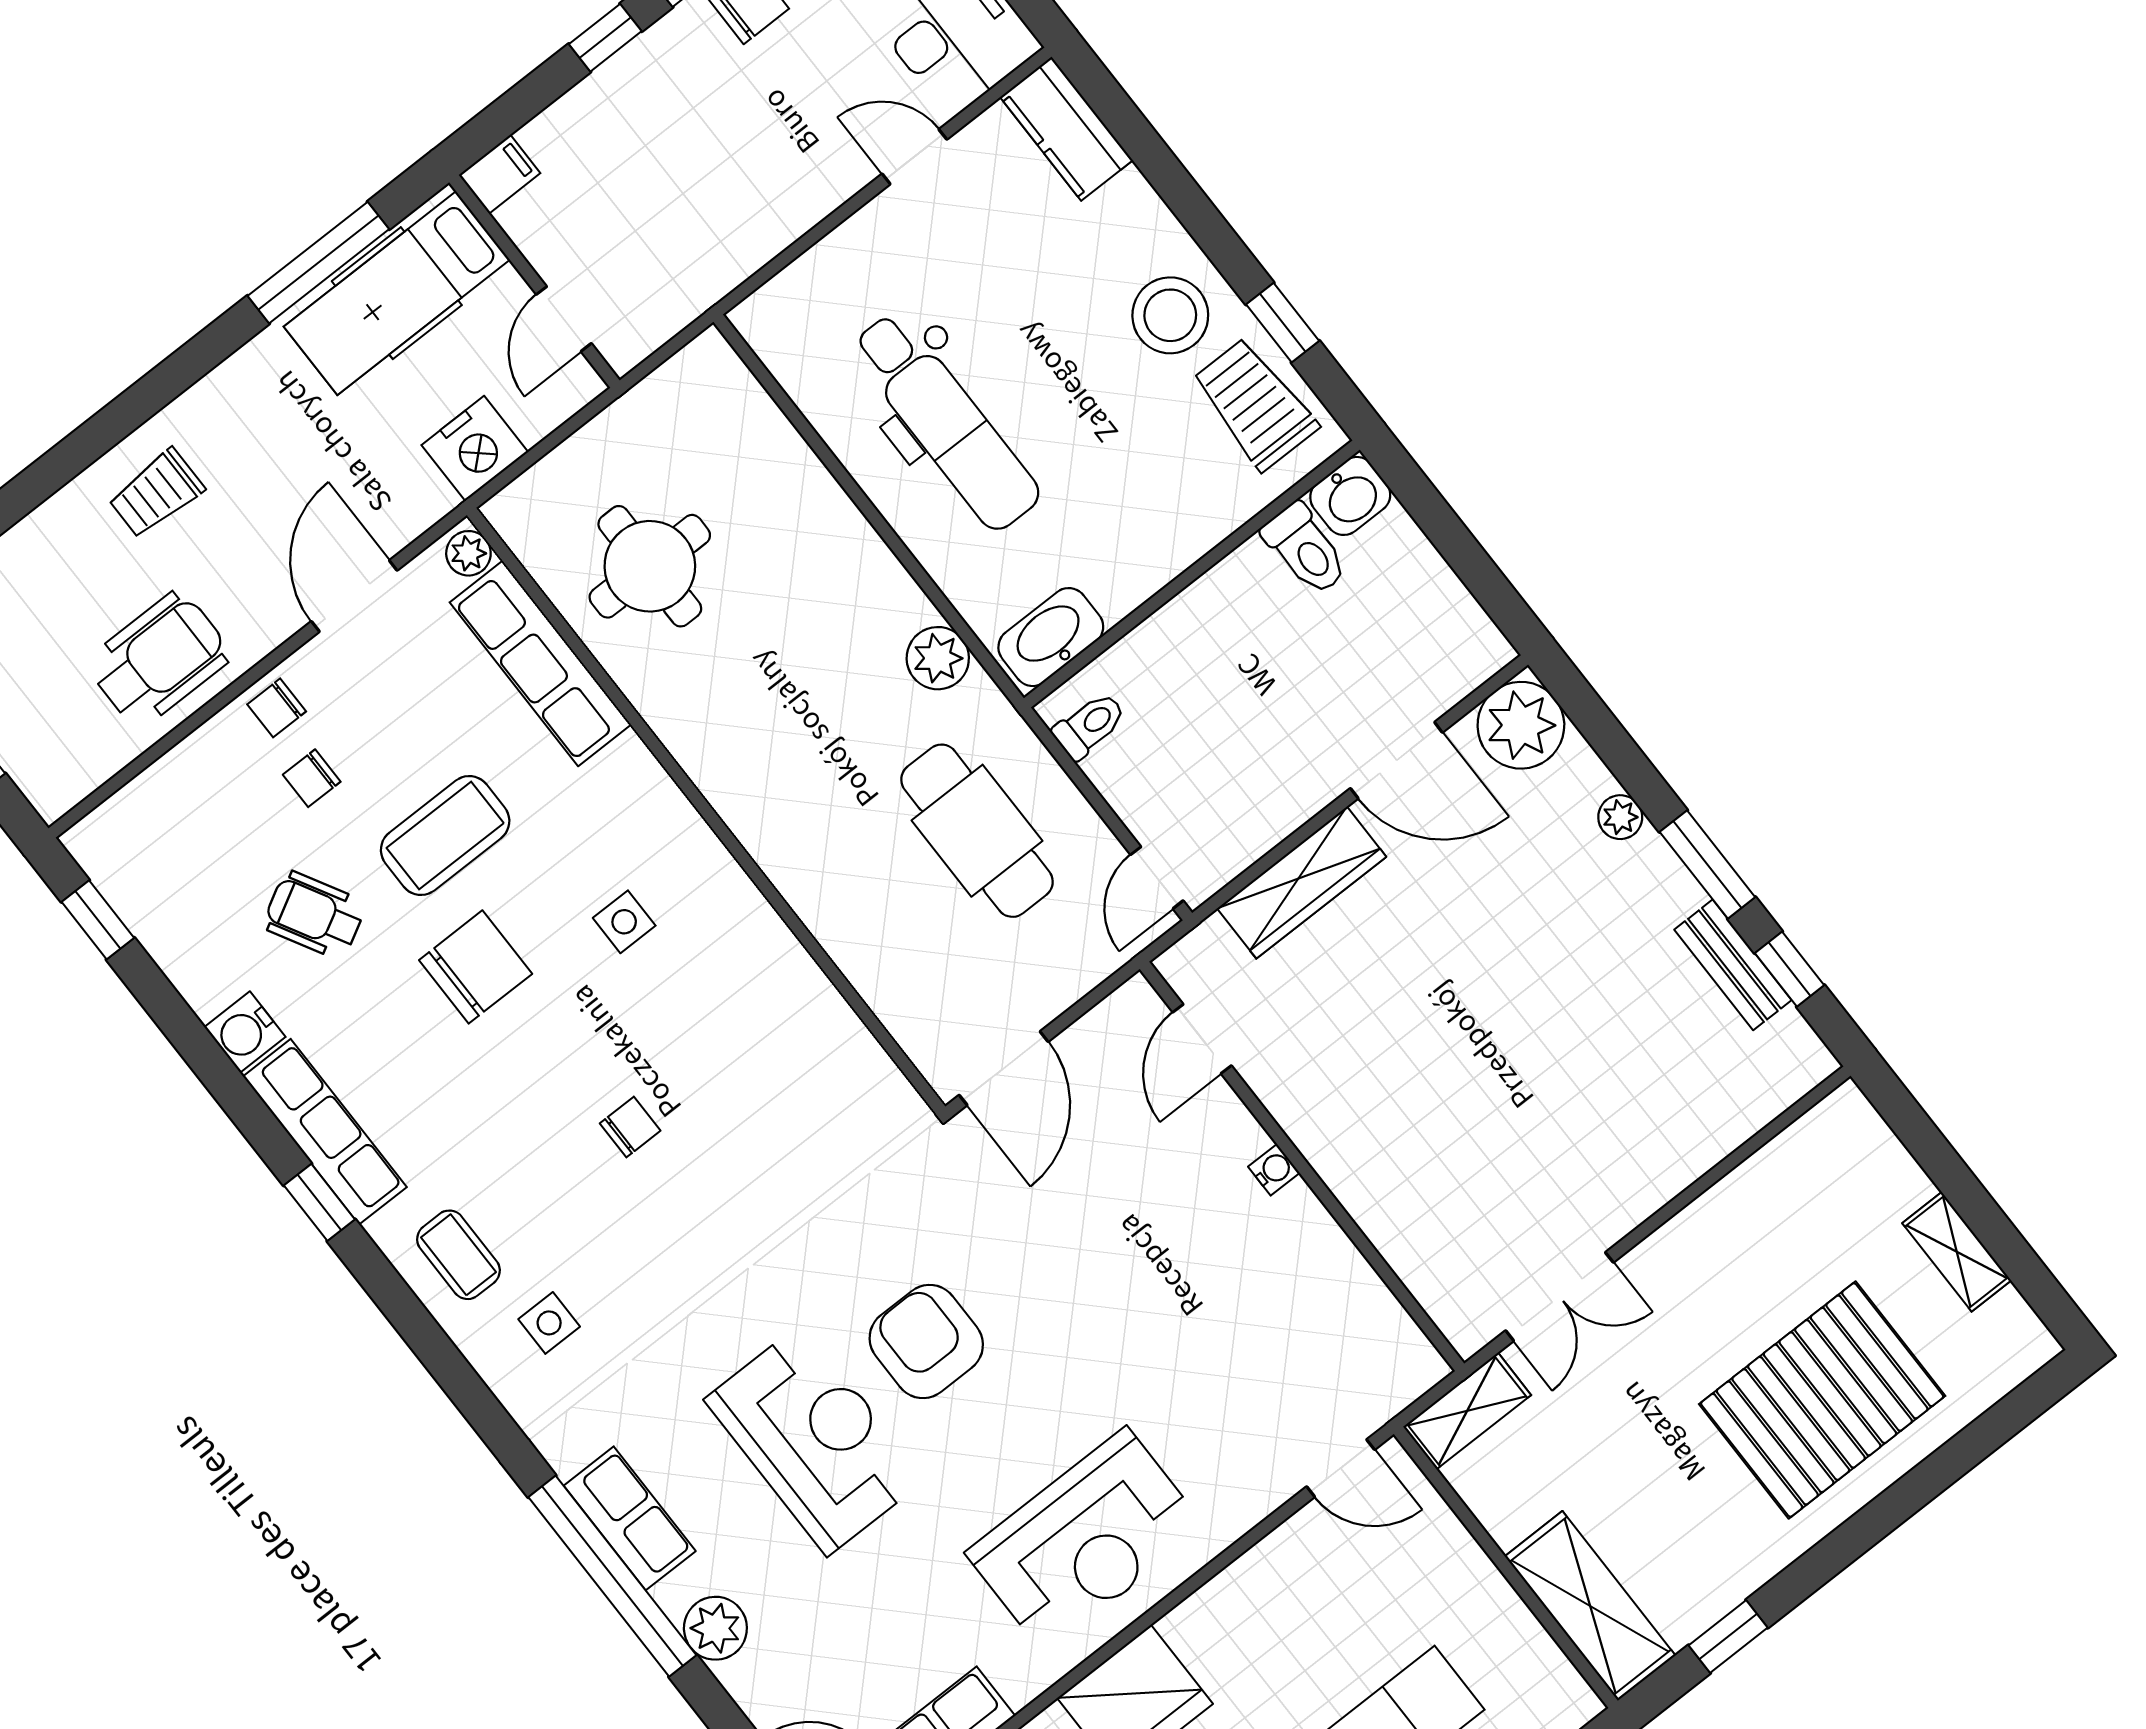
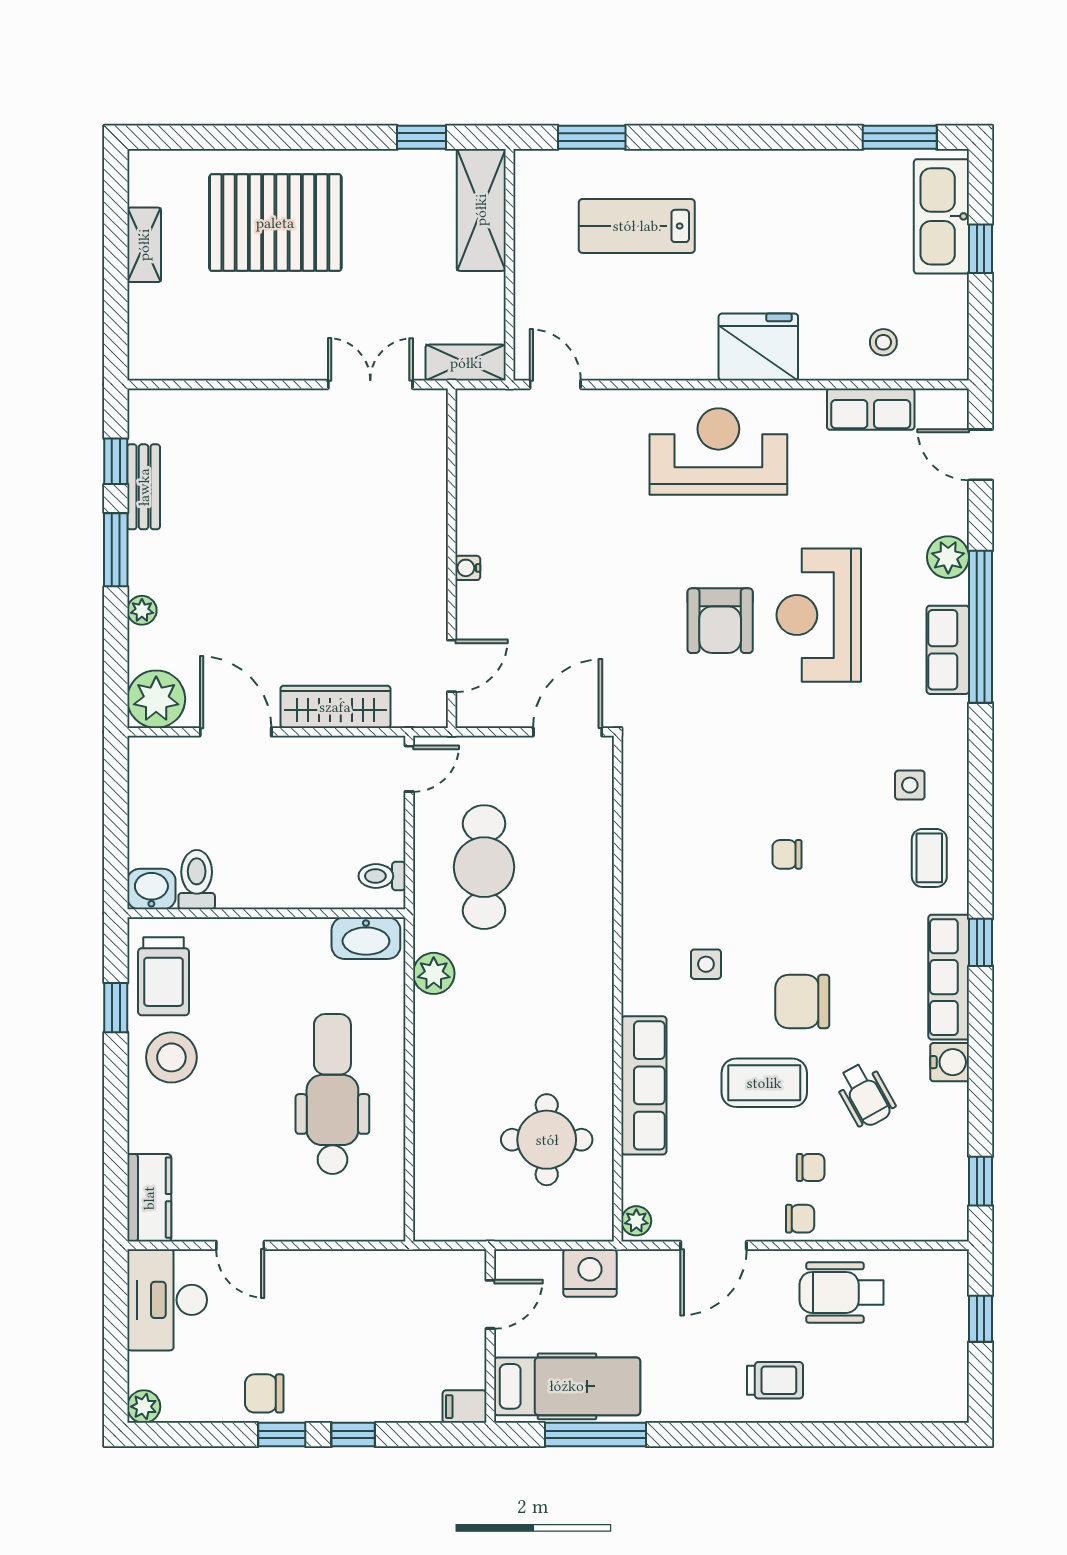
row of seats: (540, 664) -> (644, 1085), moved

